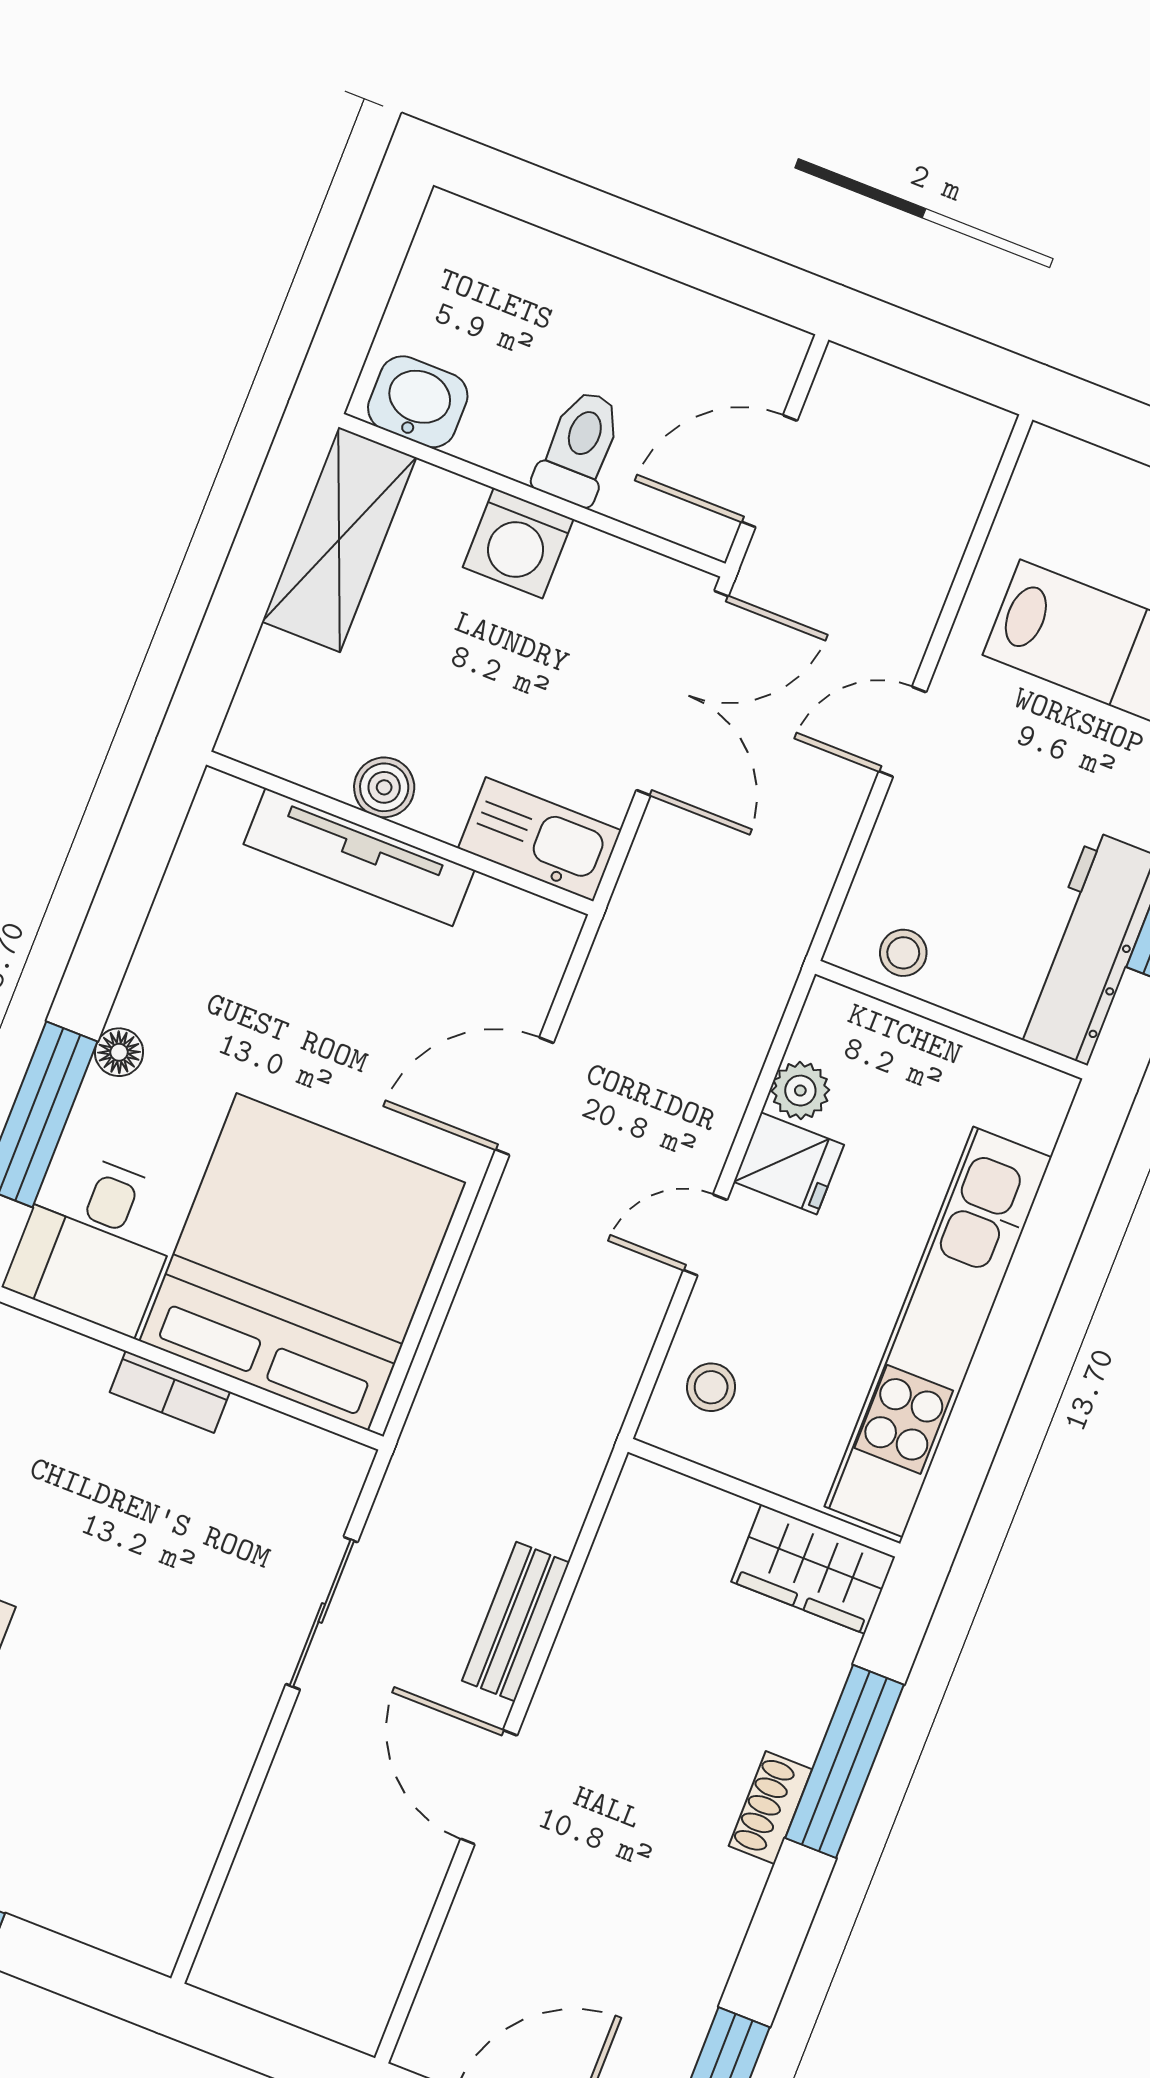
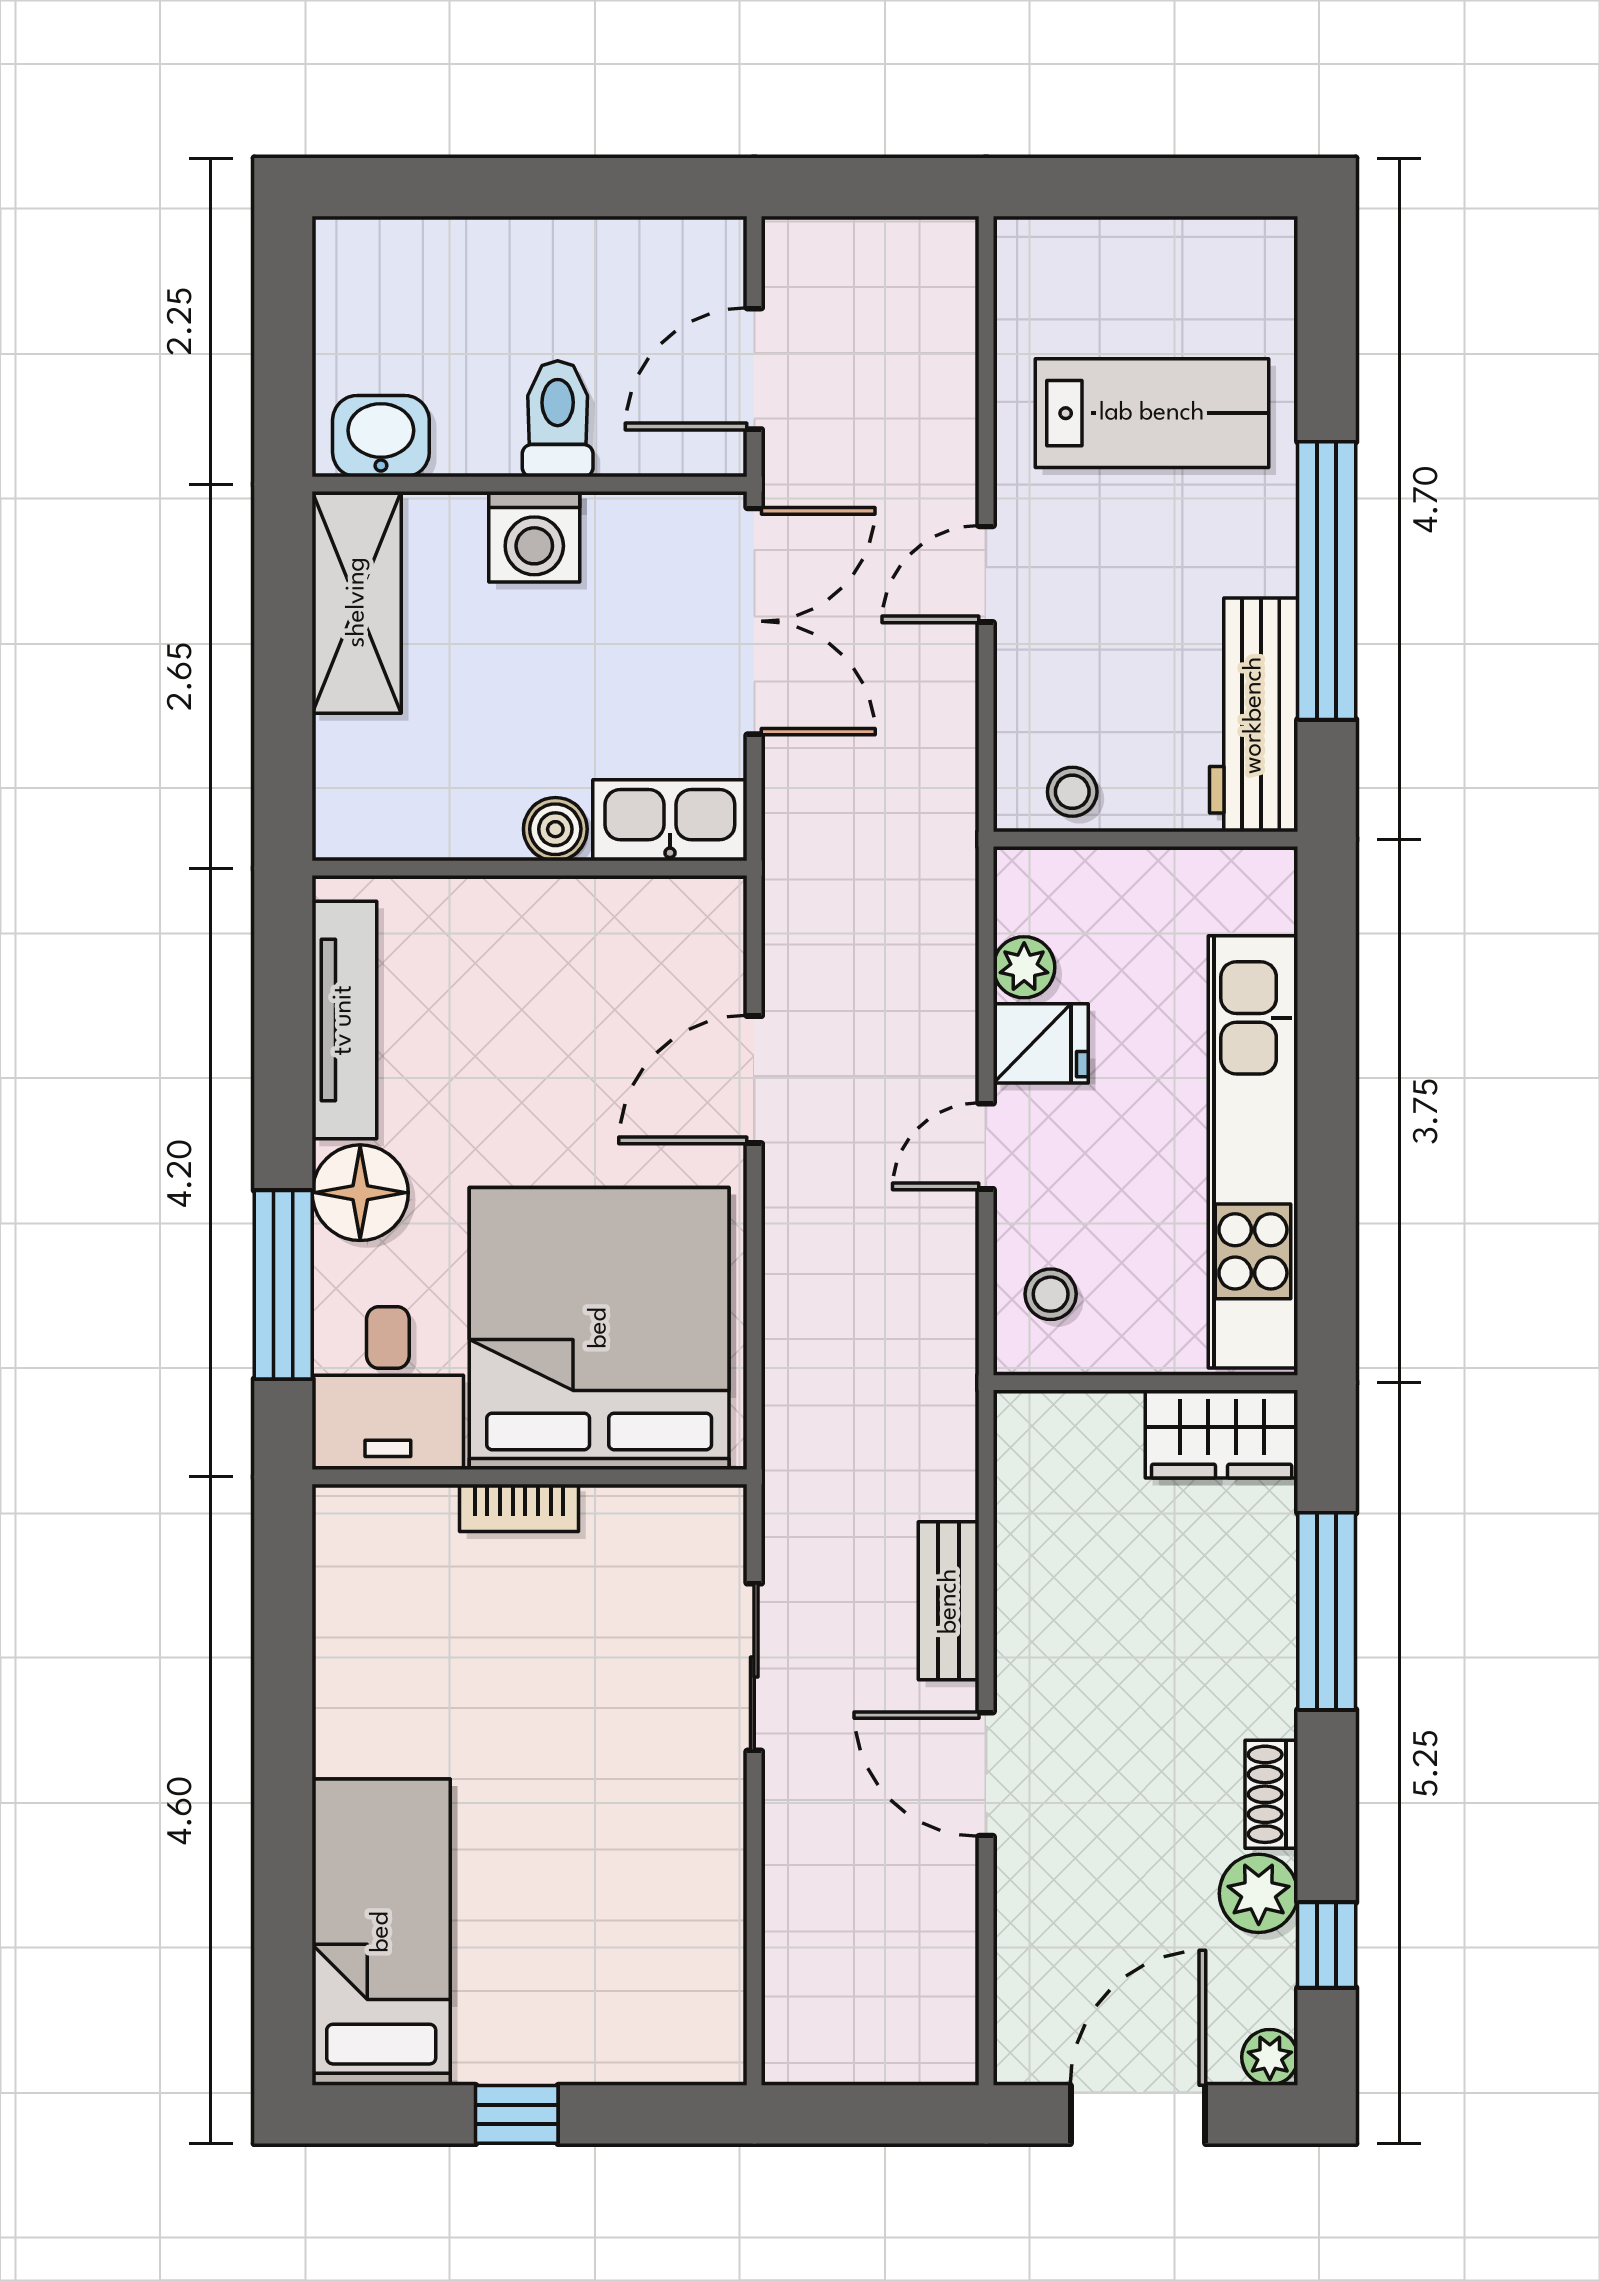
boiler: (384, 787) -> (555, 829), moved
tv unit: (359, 857) -> (344, 1020), moved, turned -90
floor lamp: (119, 1052) -> (360, 1193), width x1.89, depth x1.89
shoe rack: (770, 1808) -> (1271, 1794), moved
plant: (687, 1986) -> (1259, 1893), added

